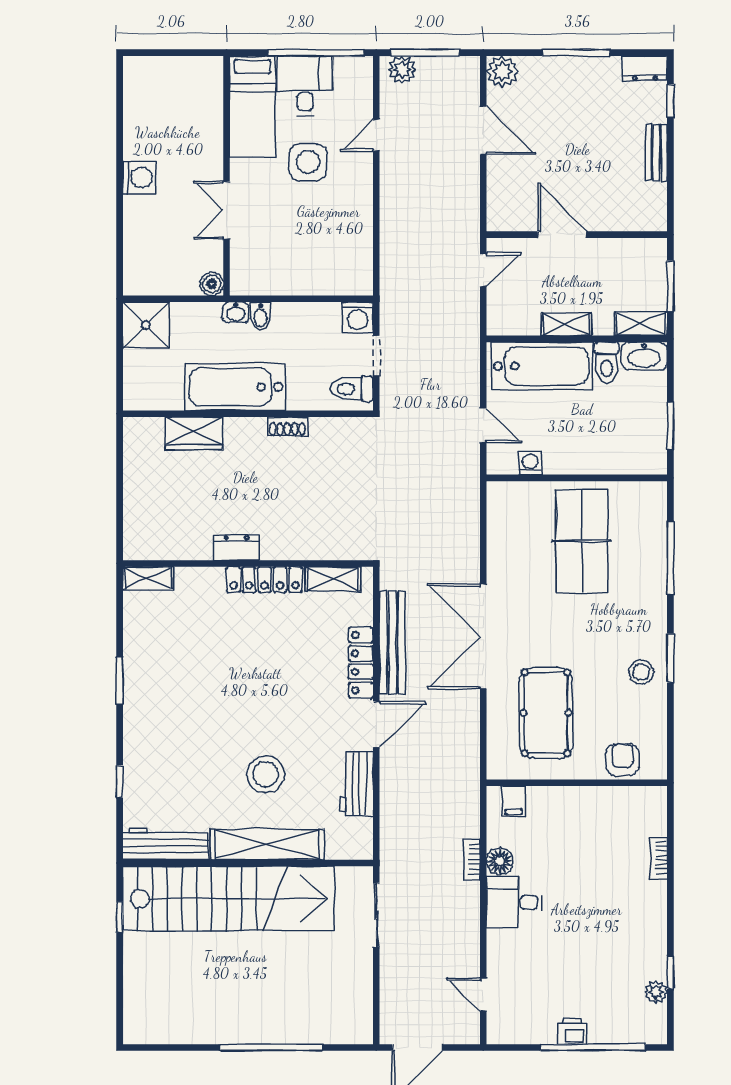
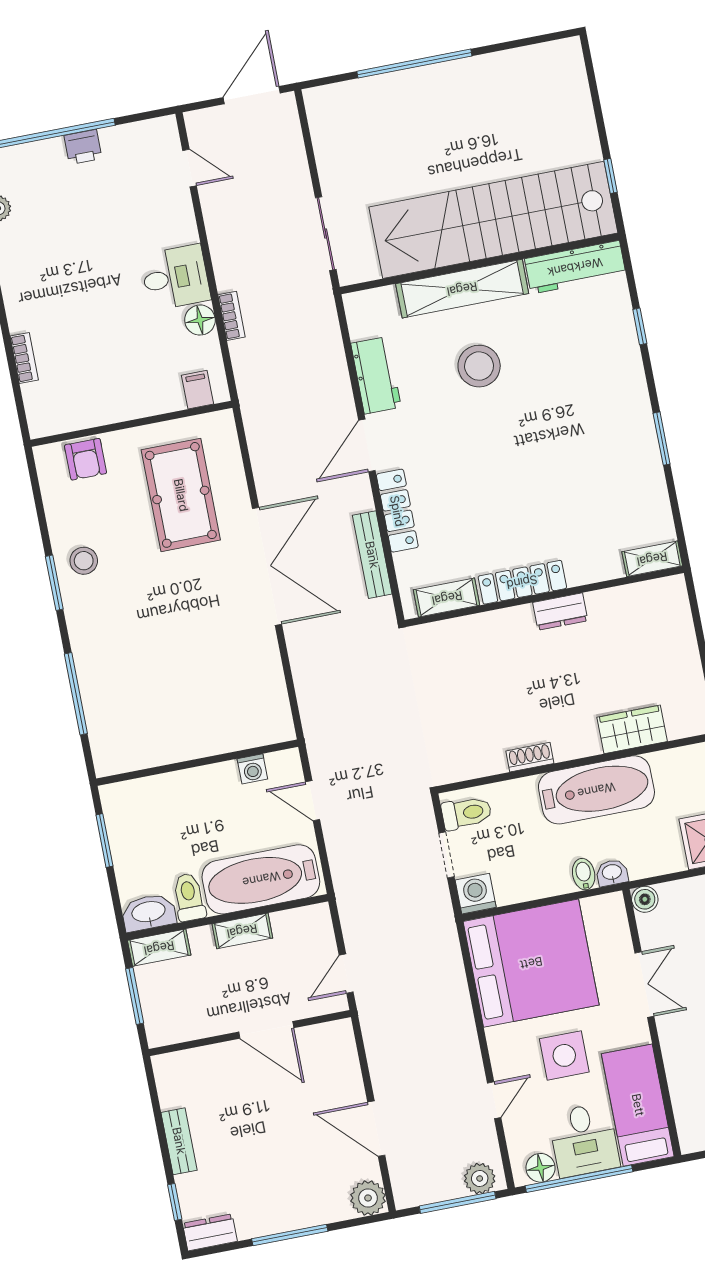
floor lamp: (347, 69) -> (540, 1168), added
bed: (321, 248) -> (531, 963), added
table tennis table: (582, 541) -> (178, 694), removed
bench: (392, 643) -> (372, 555), width x0.73, depth x0.82

